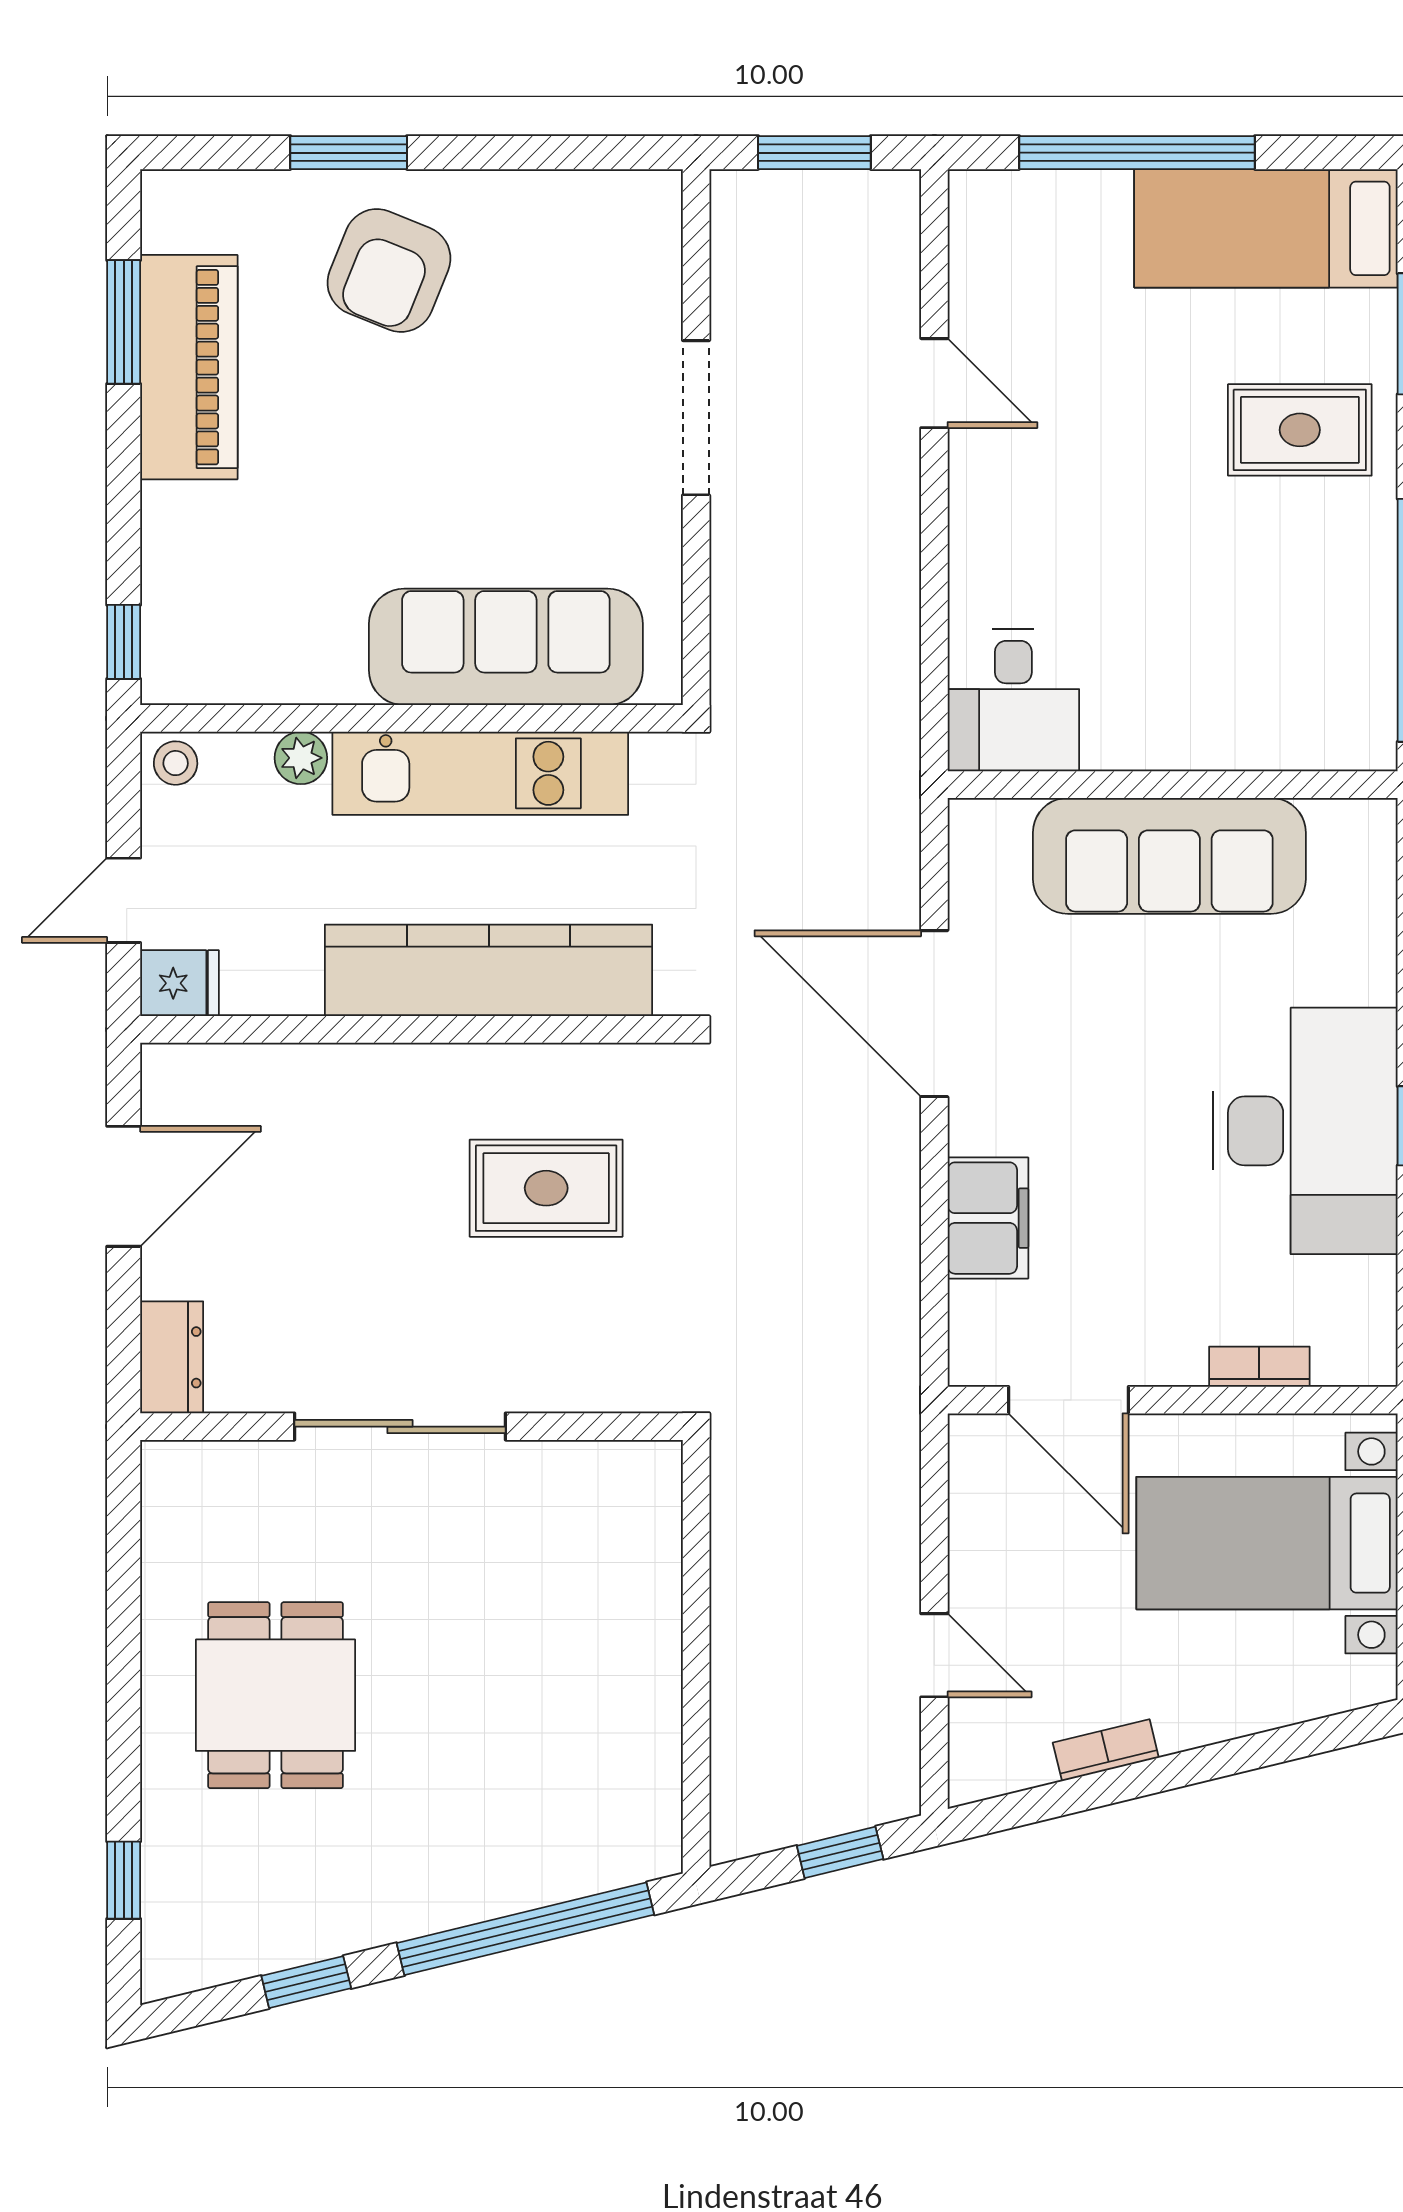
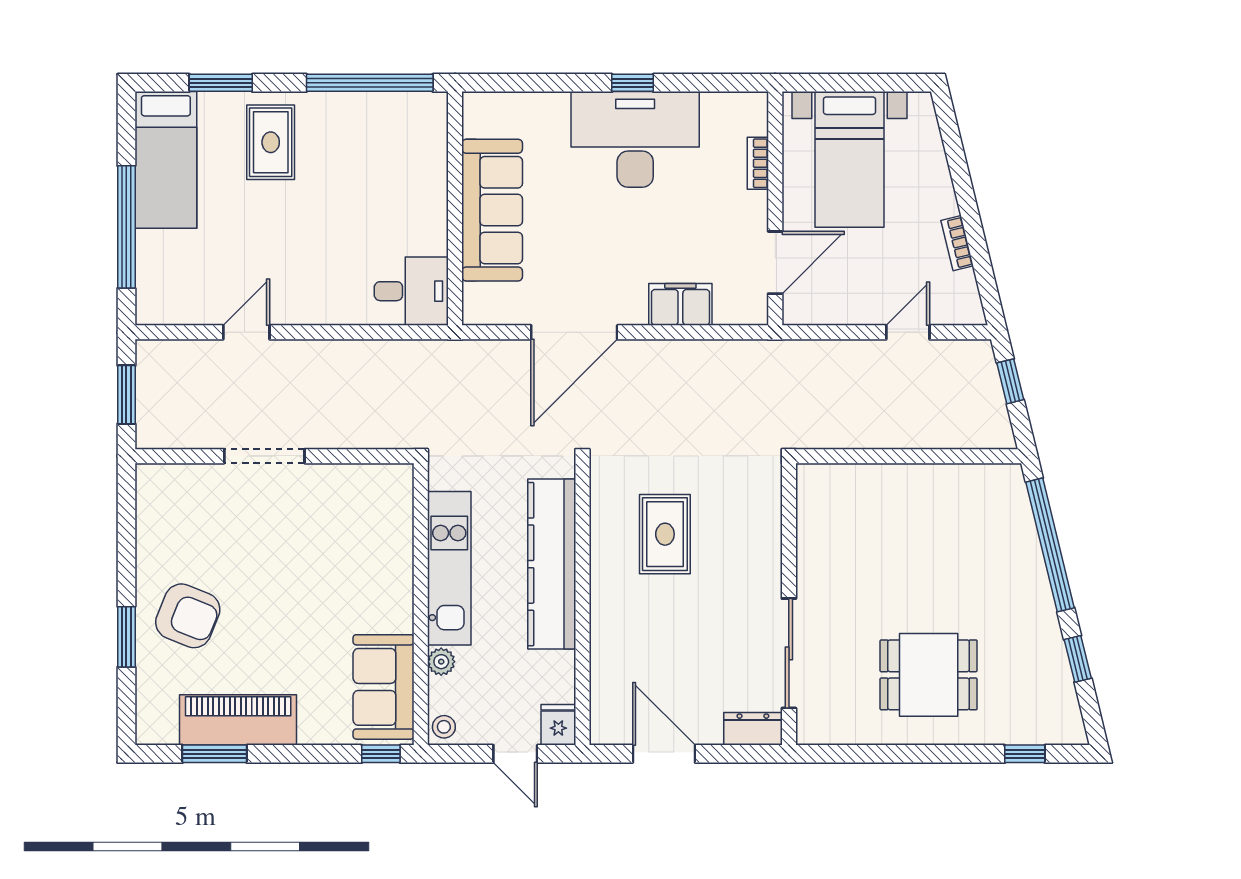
sofa: (506, 647) -> (384, 687), moved, width x0.73
sliding door: (400, 1427) -> (789, 653), moved

